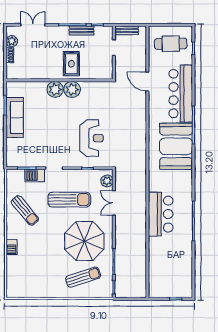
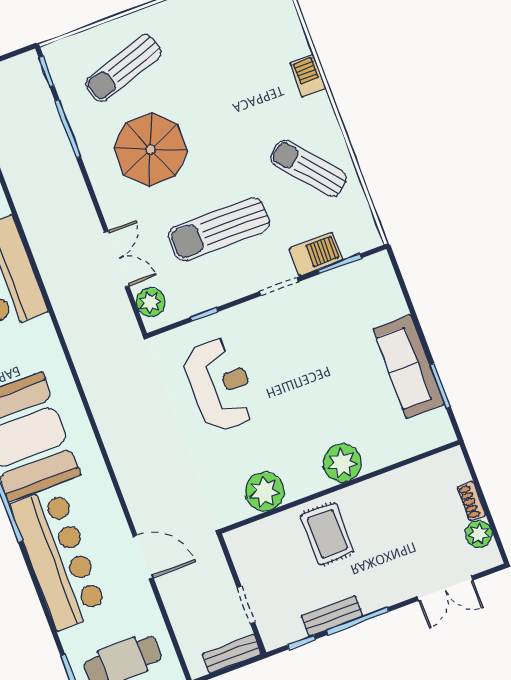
plant: (72, 89) -> (265, 492), moved
reception desk: (92, 138) -> (220, 385), turned 180
parasol: (84, 241) -> (151, 149), width x0.73, depth x0.73

